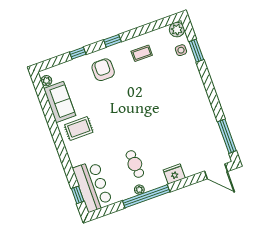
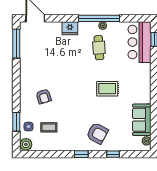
coffee table: (142, 53) -> (49, 127), moved
armchair: (103, 70) -> (97, 133), turned -61
armchair: (176, 89) -> (44, 96), added
rug: (79, 128) -> (107, 89), moved

